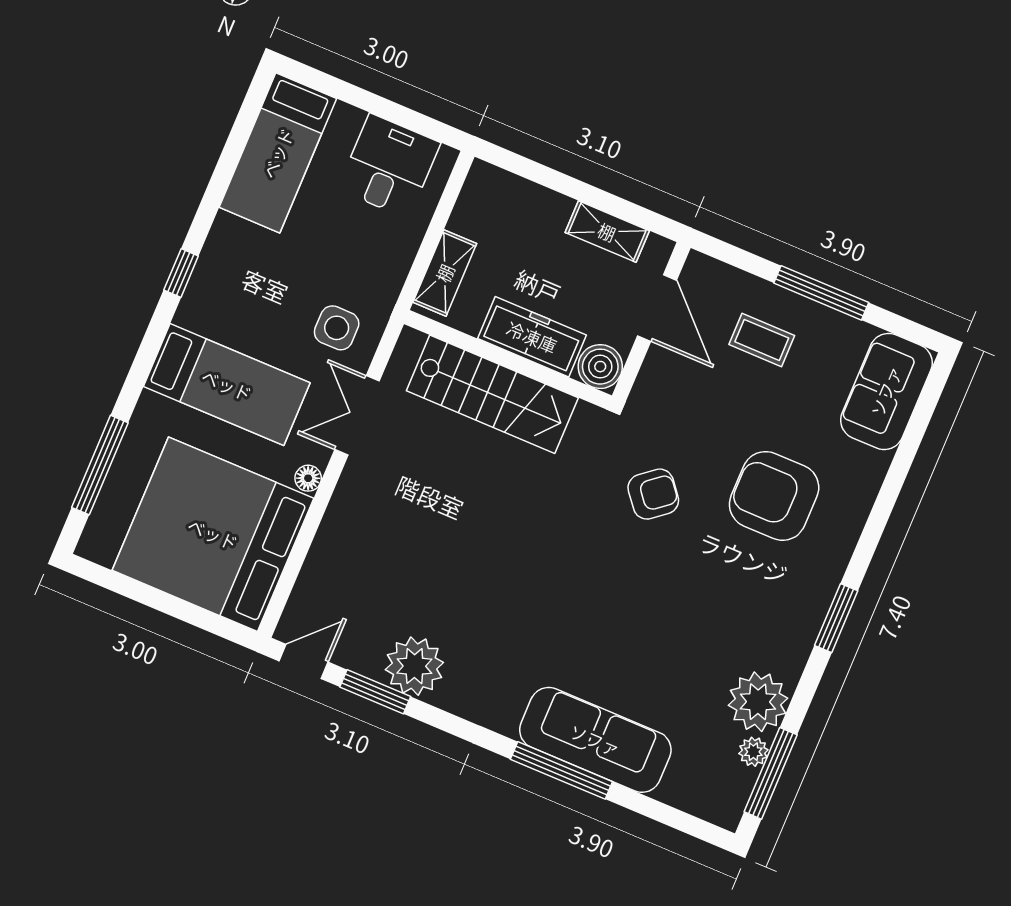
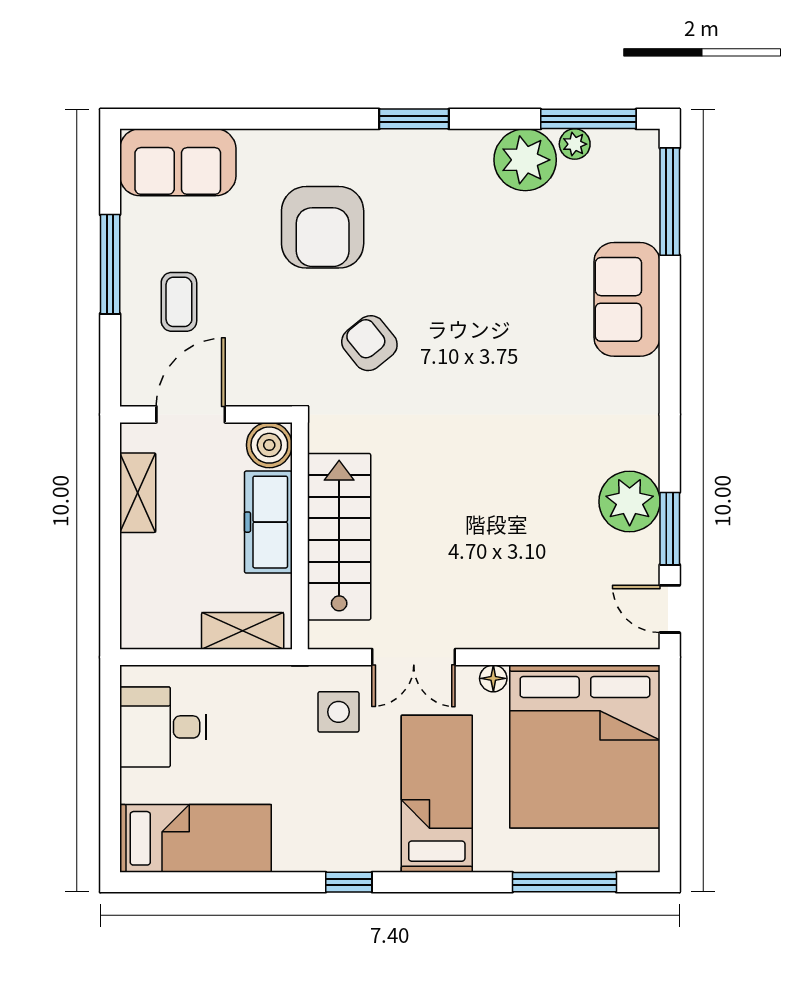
sofa: (595, 740) -> (627, 299), width x0.73
window: (561, 770) -> (670, 202), moved

